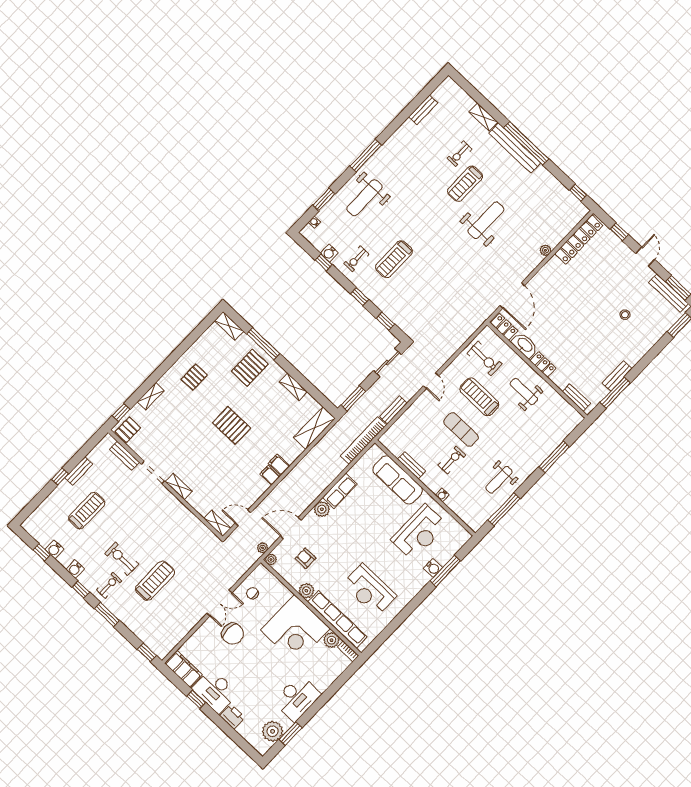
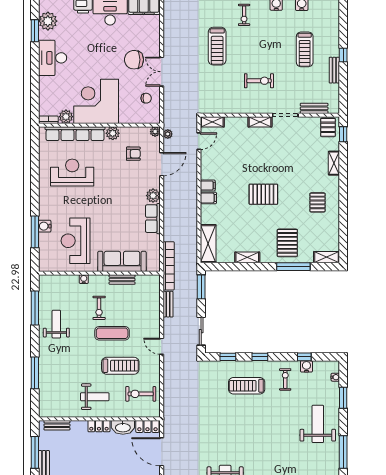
treadmill: (394, 259) -> (247, 386), moved, turned -90
exercise bike: (122, 559) -> (259, 81), moved

